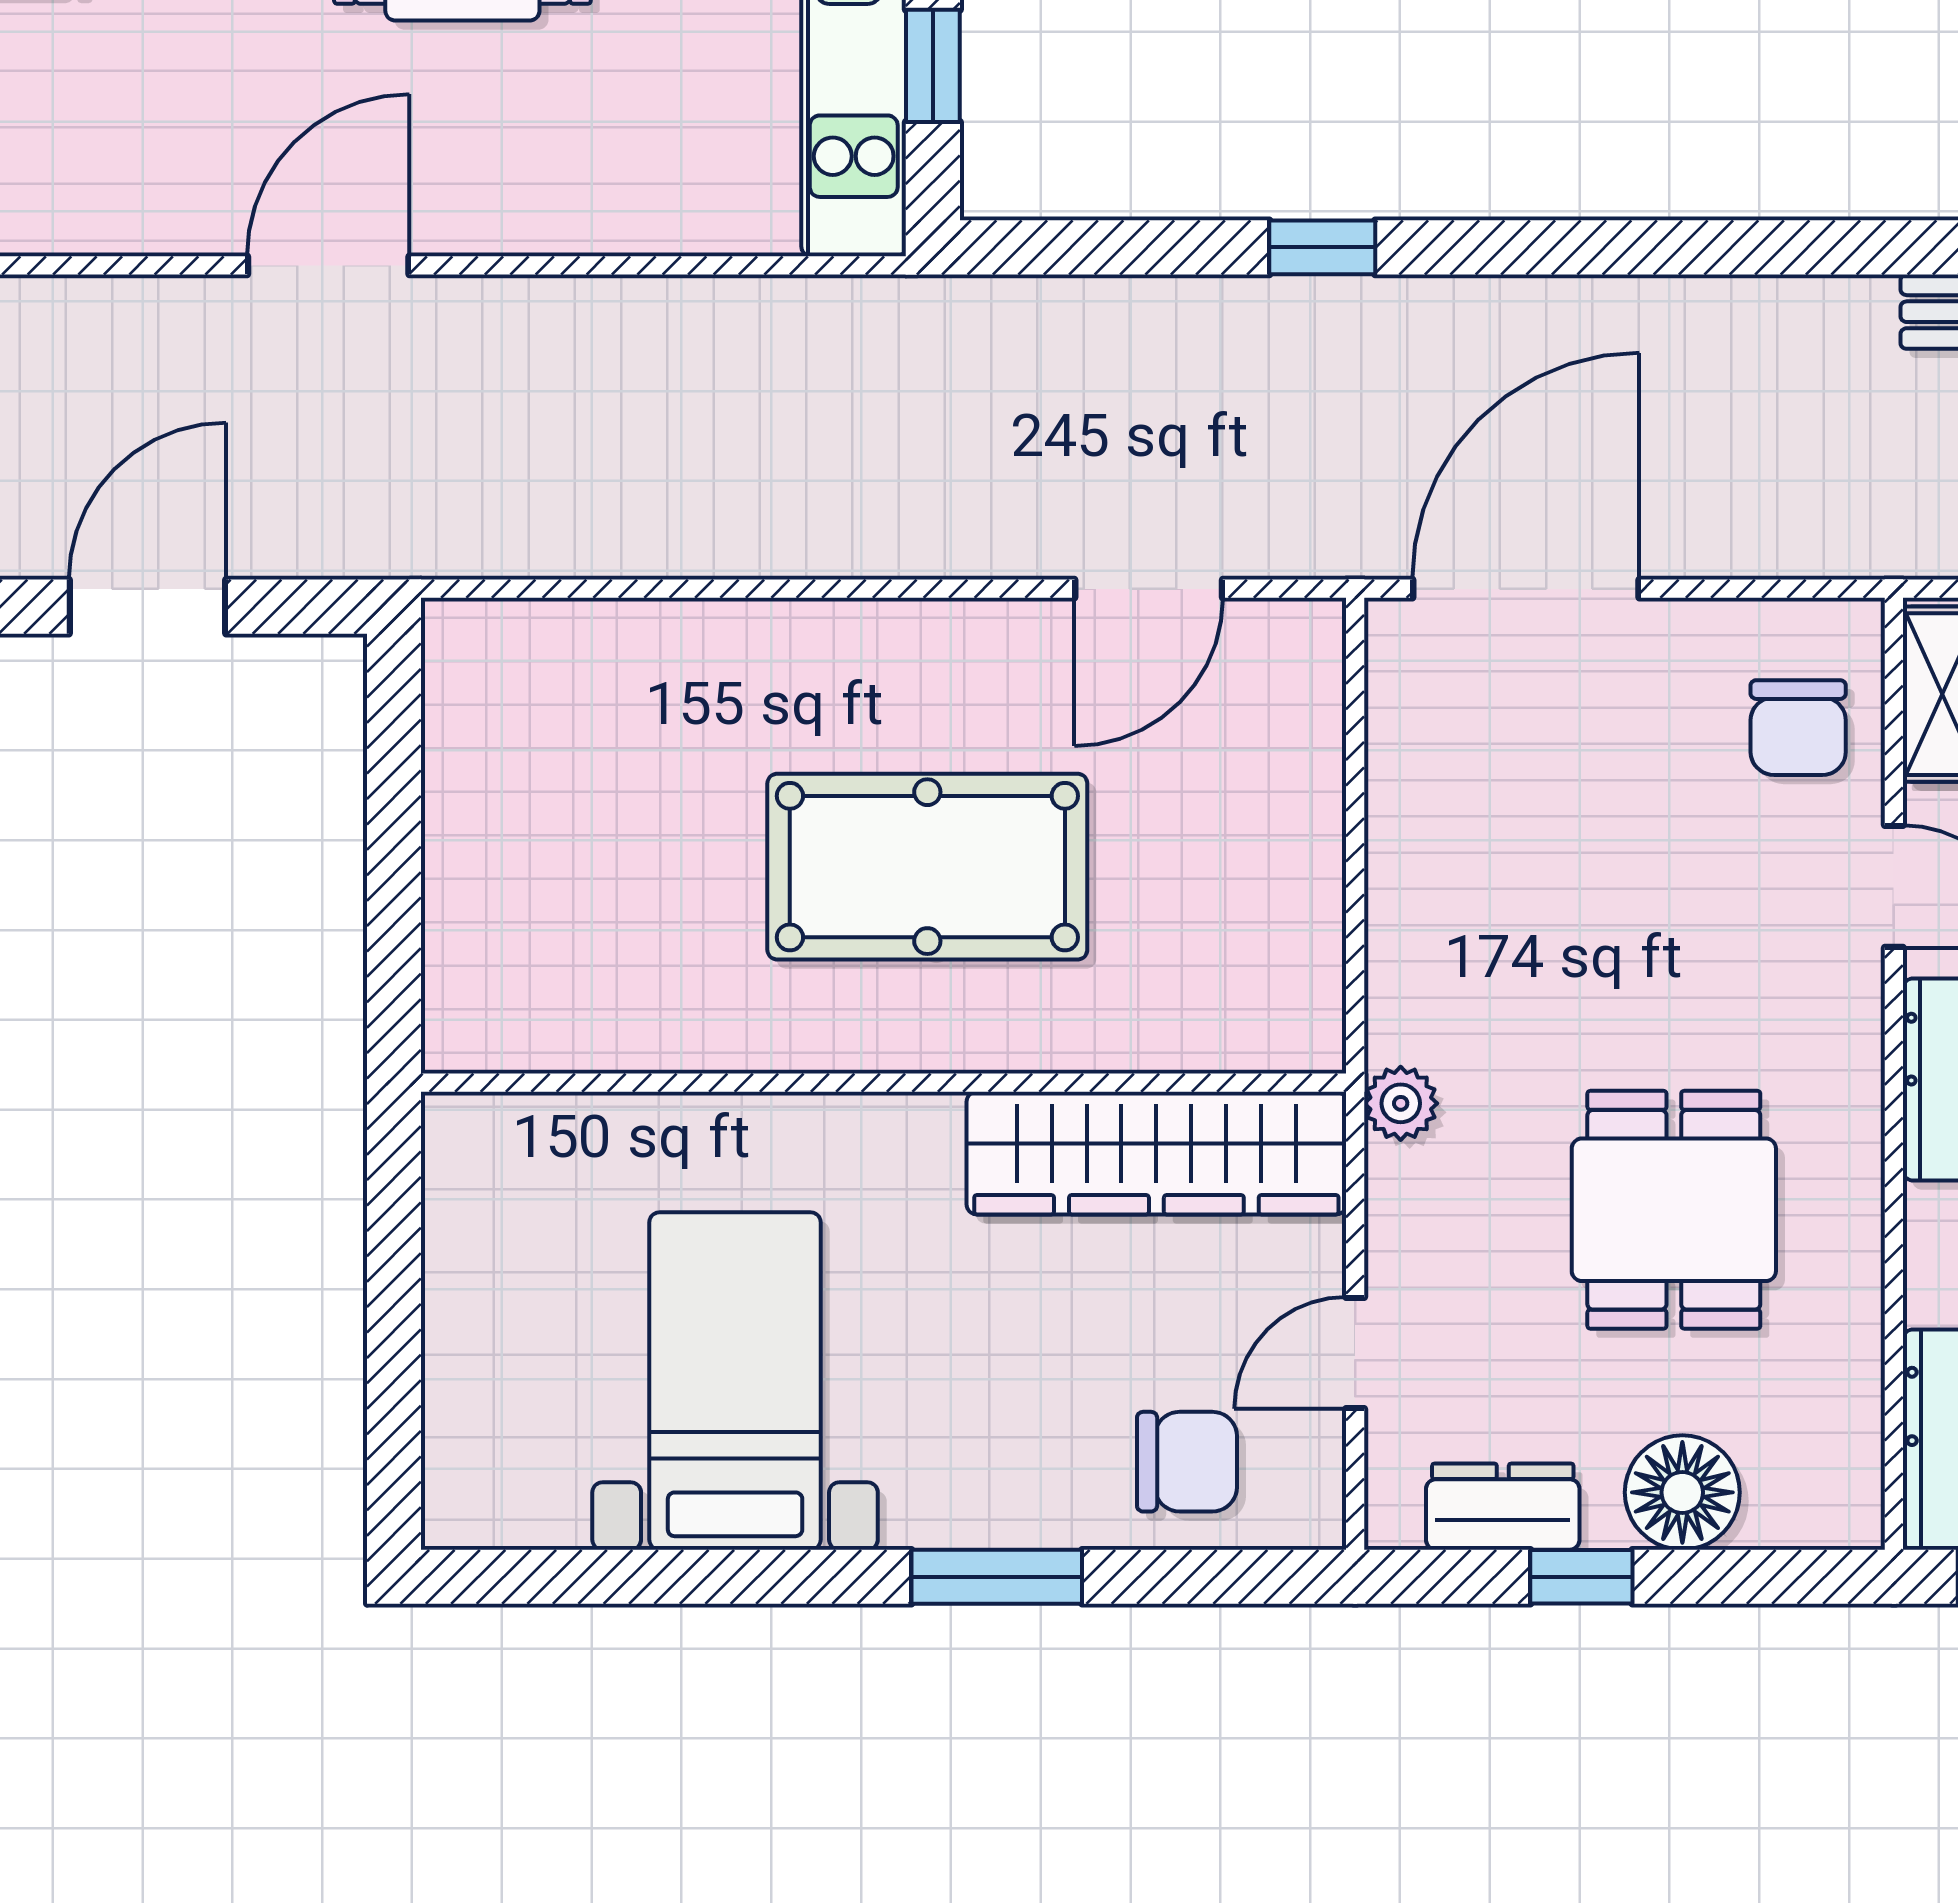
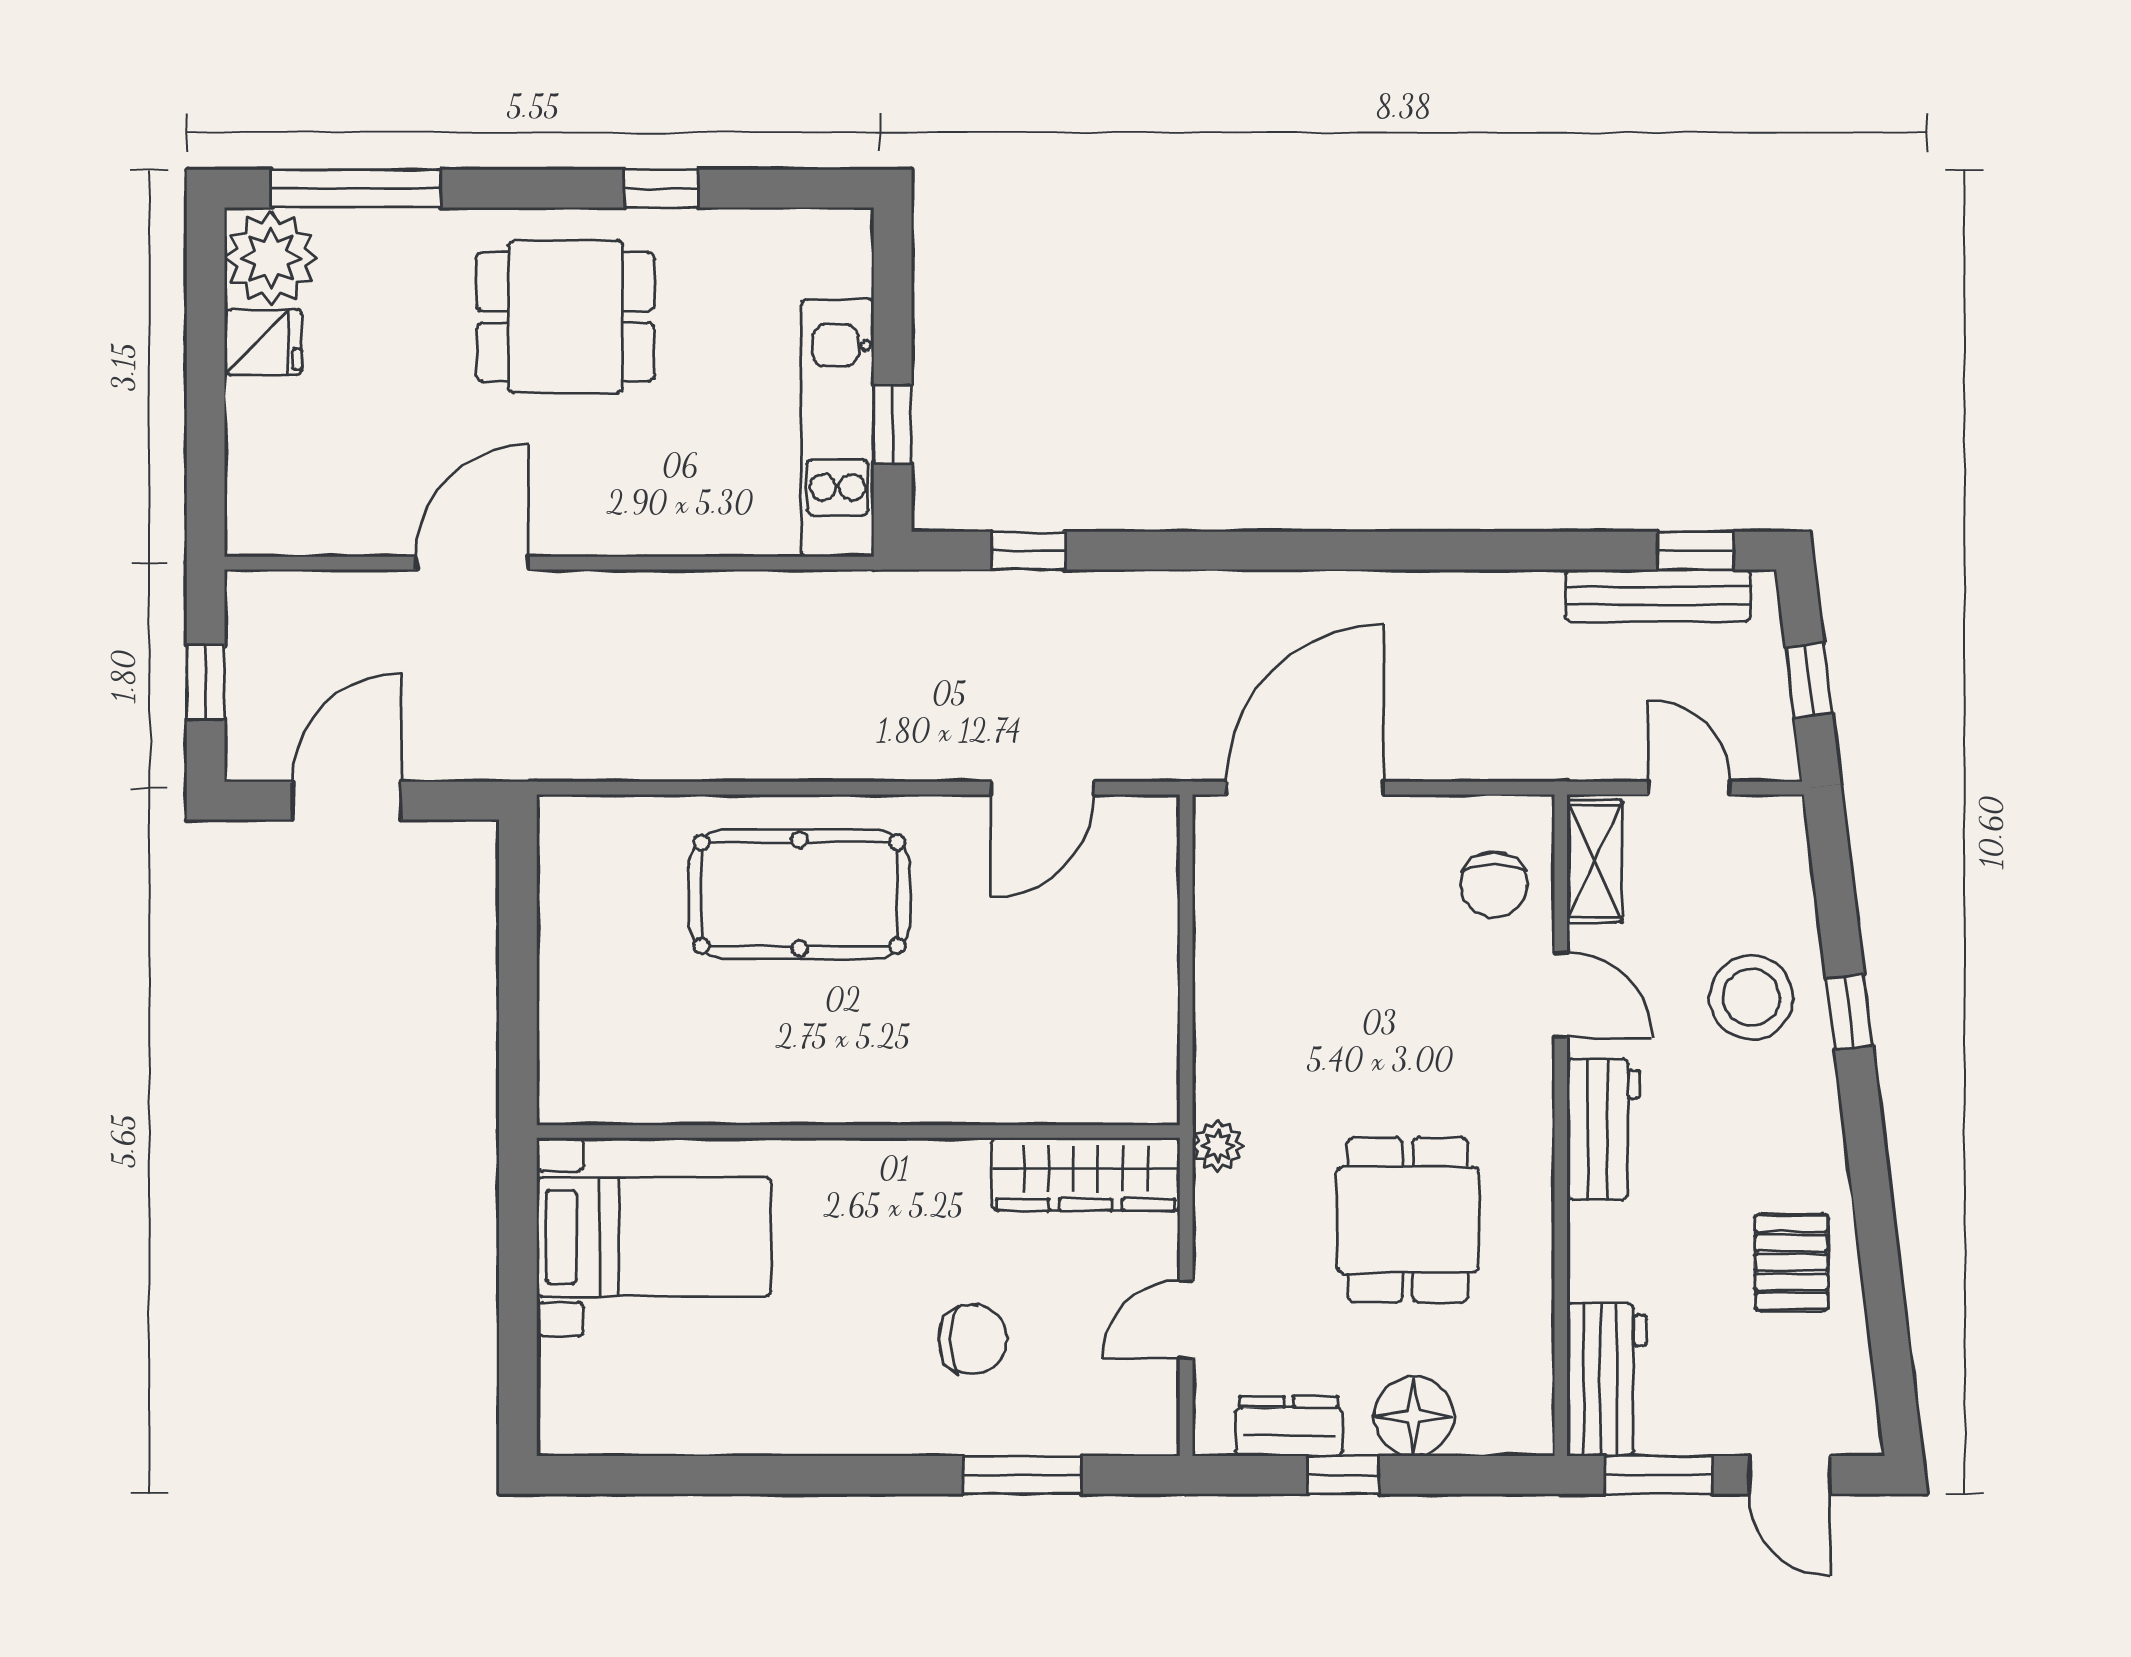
window: (1322, 247) -> (1028, 551), moved
pool table: (927, 867) -> (800, 894), moved
wardrobe: (1156, 1153) -> (1086, 1174), width x0.71, depth x0.85
bed with nightstands: (735, 1381) -> (654, 1237), moved, turned 90
chair: (1187, 1462) -> (973, 1339), moved
window: (997, 1577) -> (1022, 1475), moved

